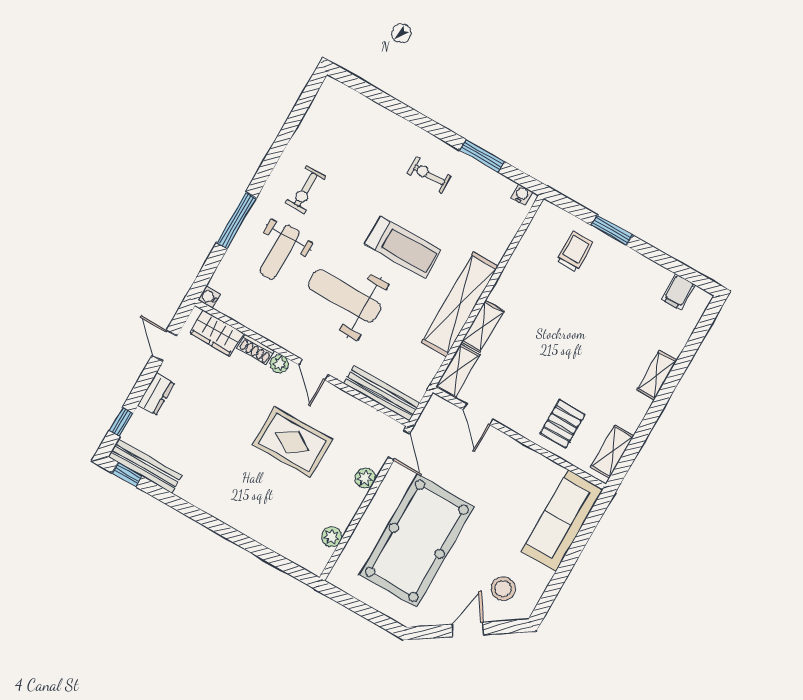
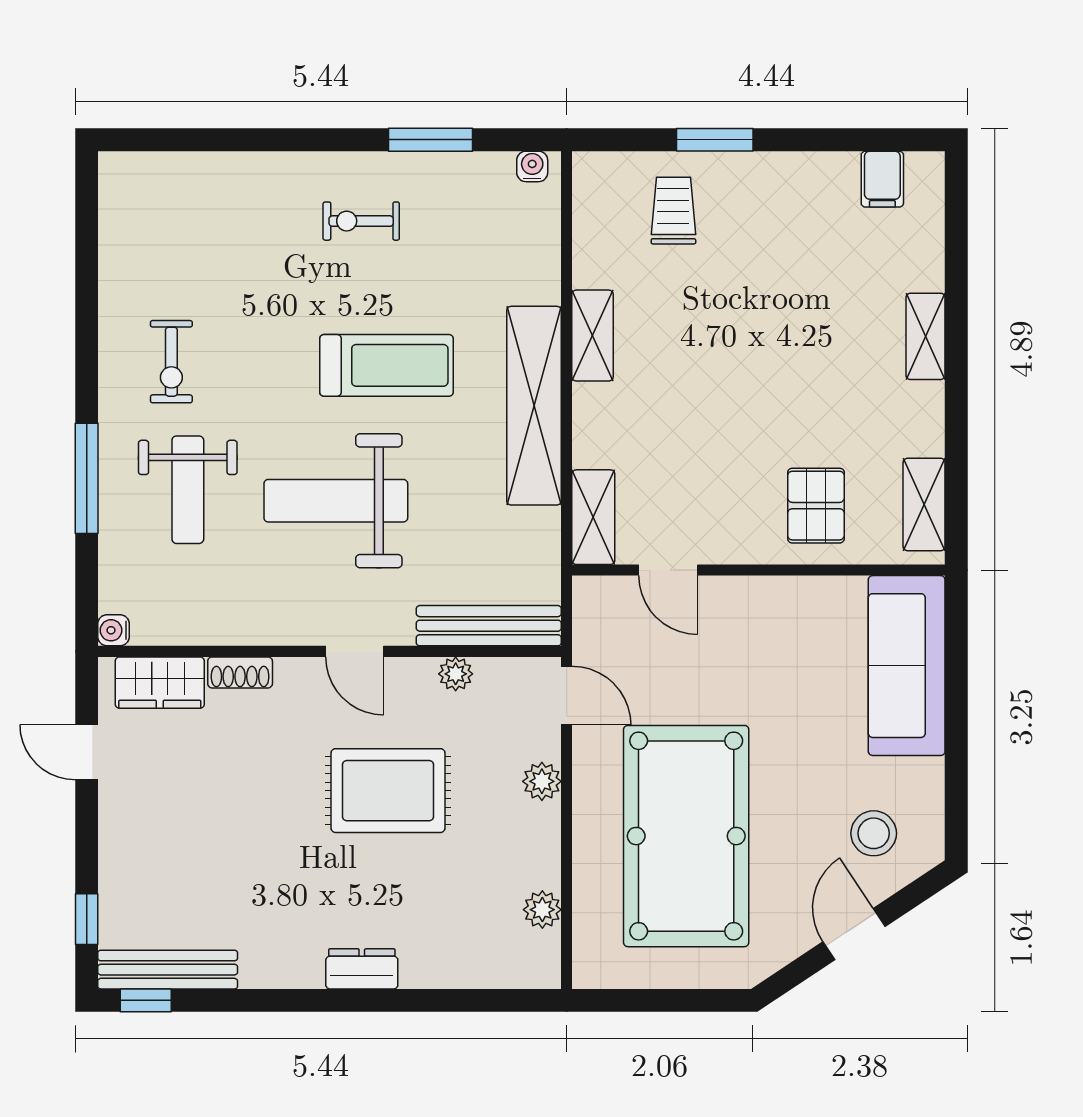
shelving: (483, 326) -> (593, 336), moved
plant: (280, 364) -> (456, 674), moved
dresser: (156, 394) -> (362, 969), moved, turned -90

